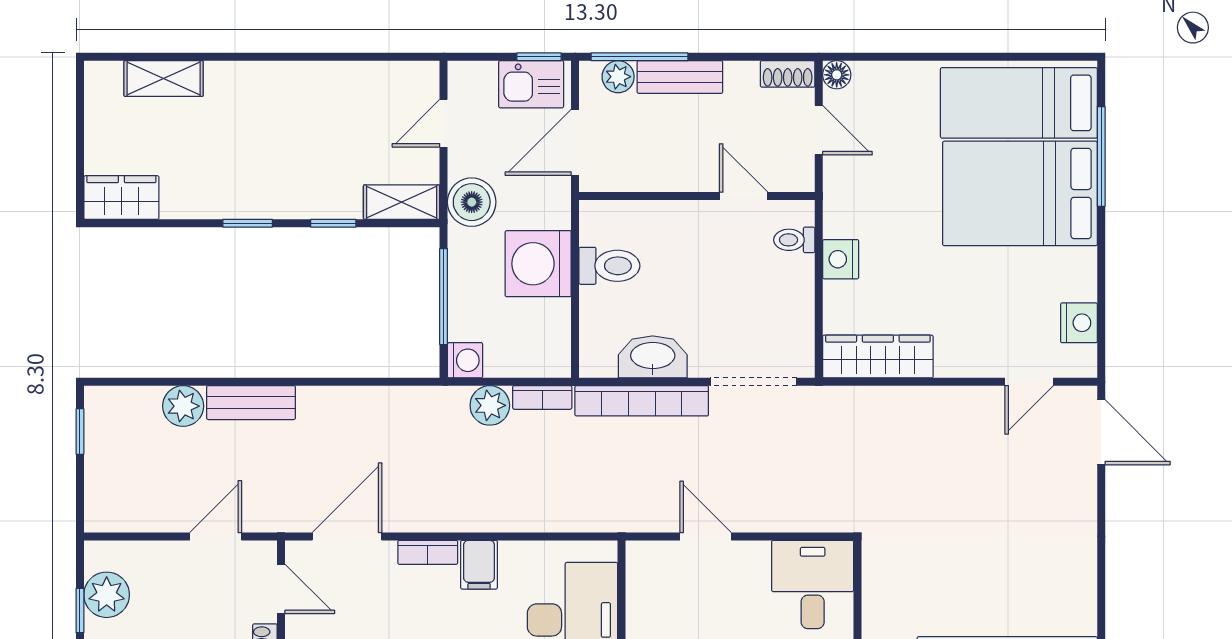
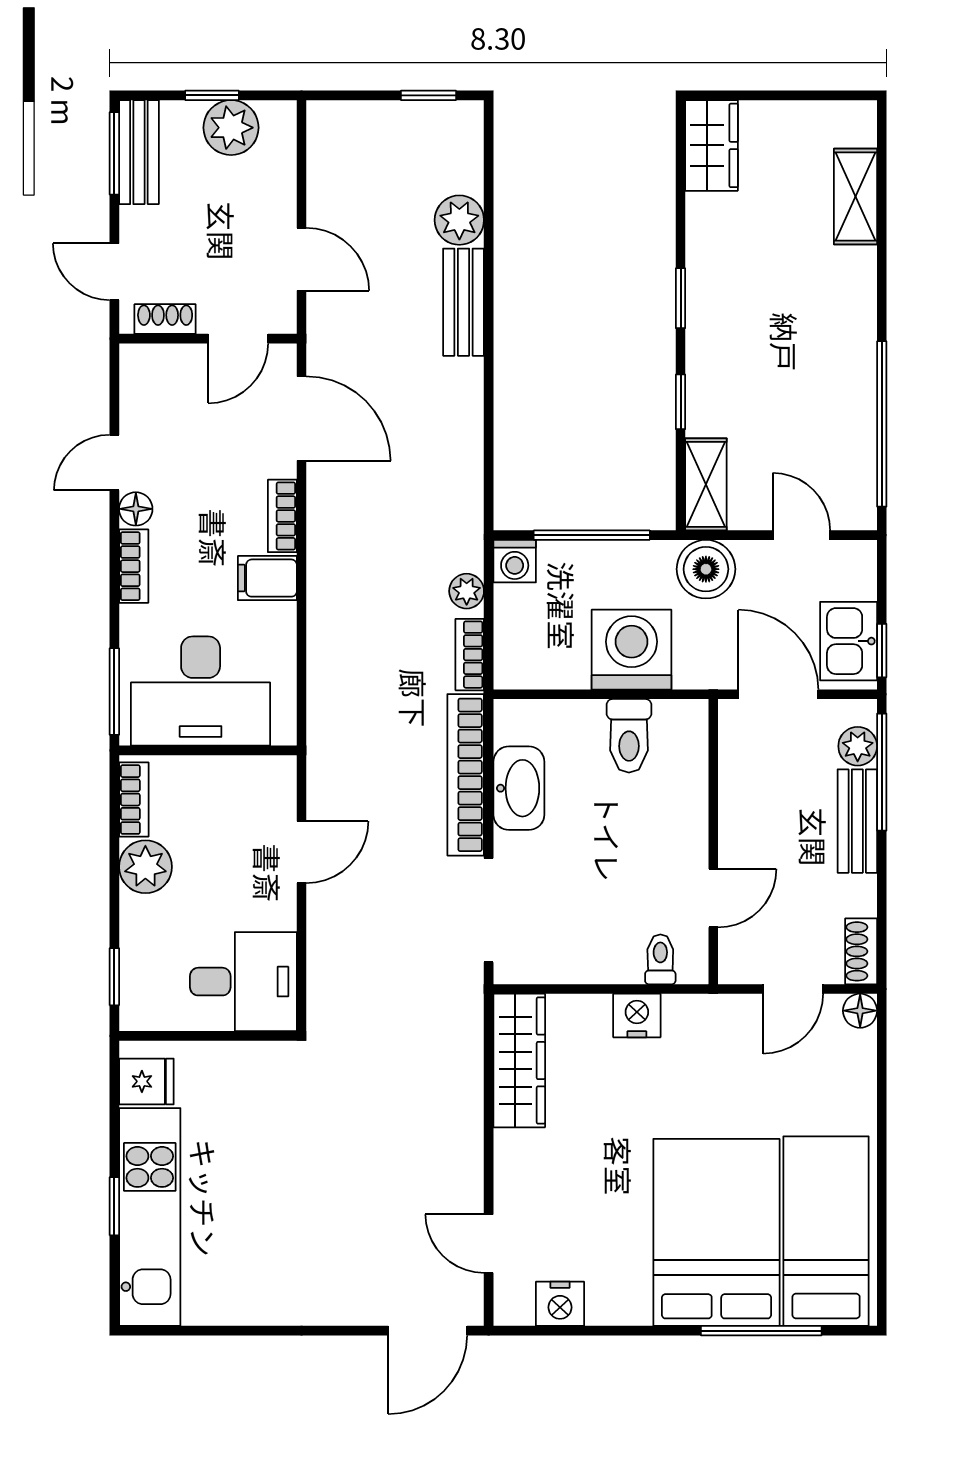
window: (352, 57) -> (882, 424), added
plant: (490, 405) -> (467, 591), width x0.73, depth x0.73

